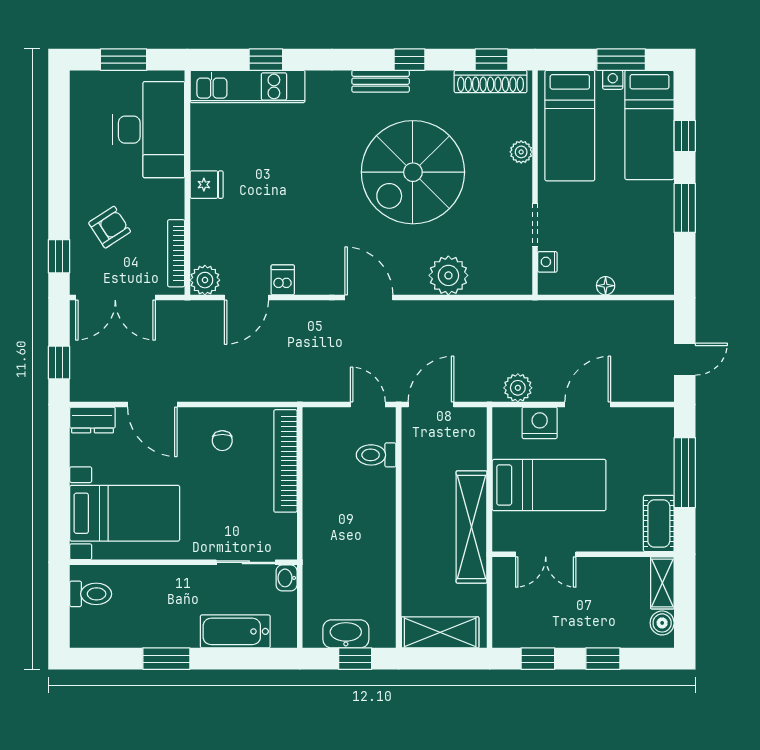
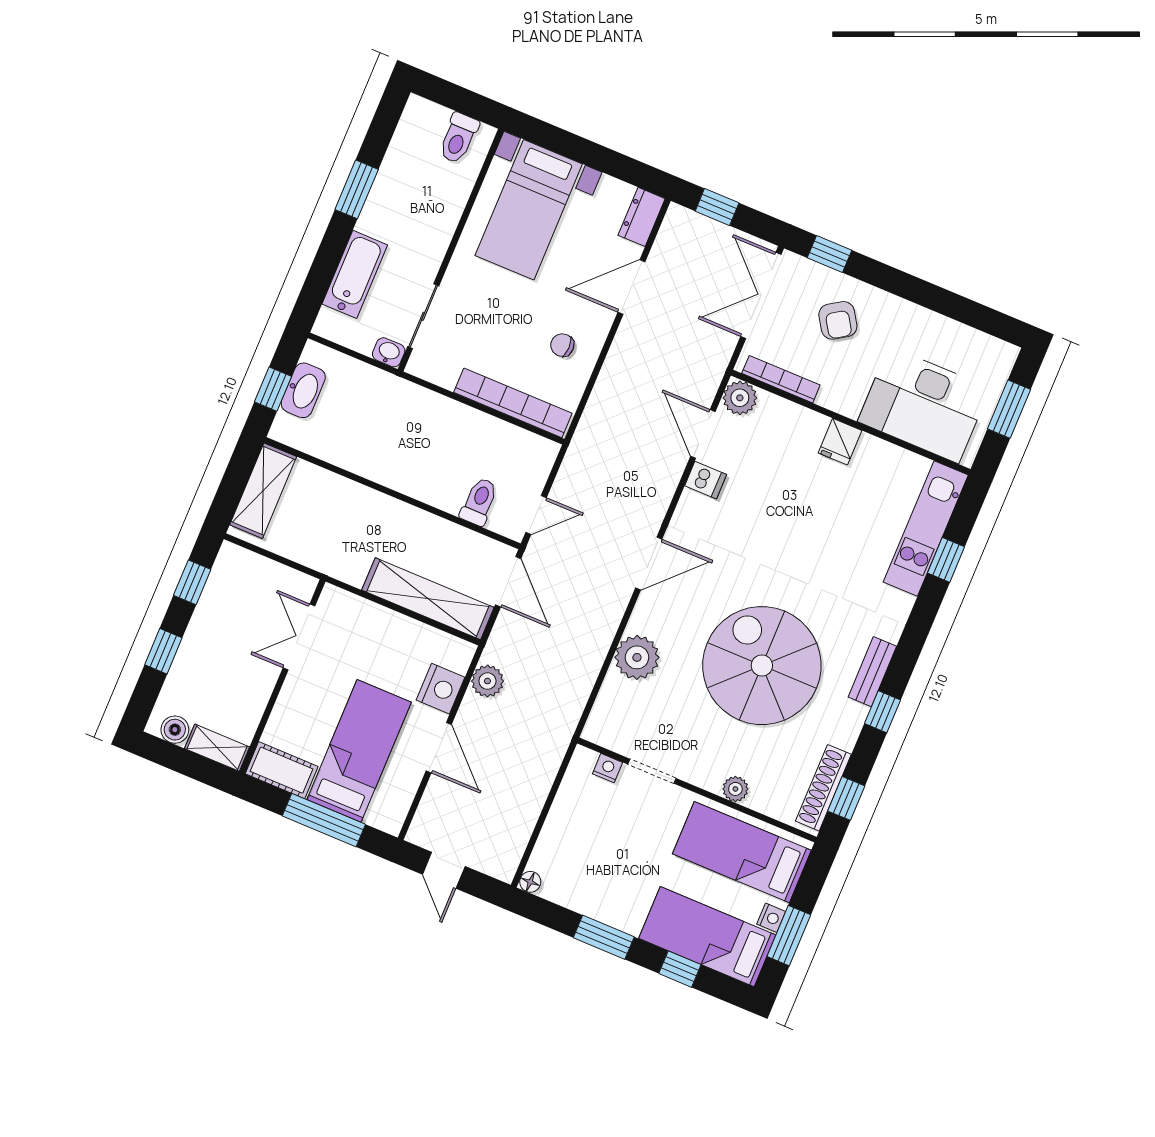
floor lamp: (606, 286) -> (530, 882), moved
bed: (549, 485) -> (359, 751), moved, turned 180
shelving: (472, 527) -> (428, 599), moved

